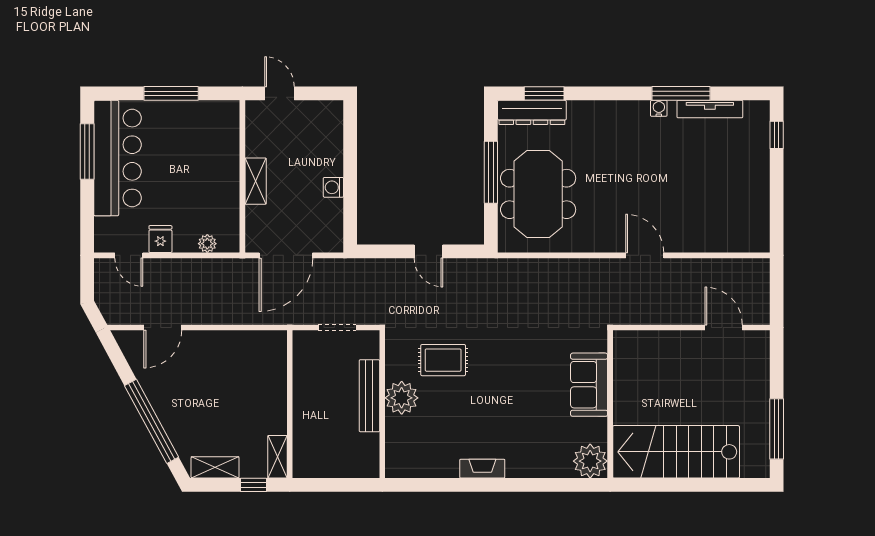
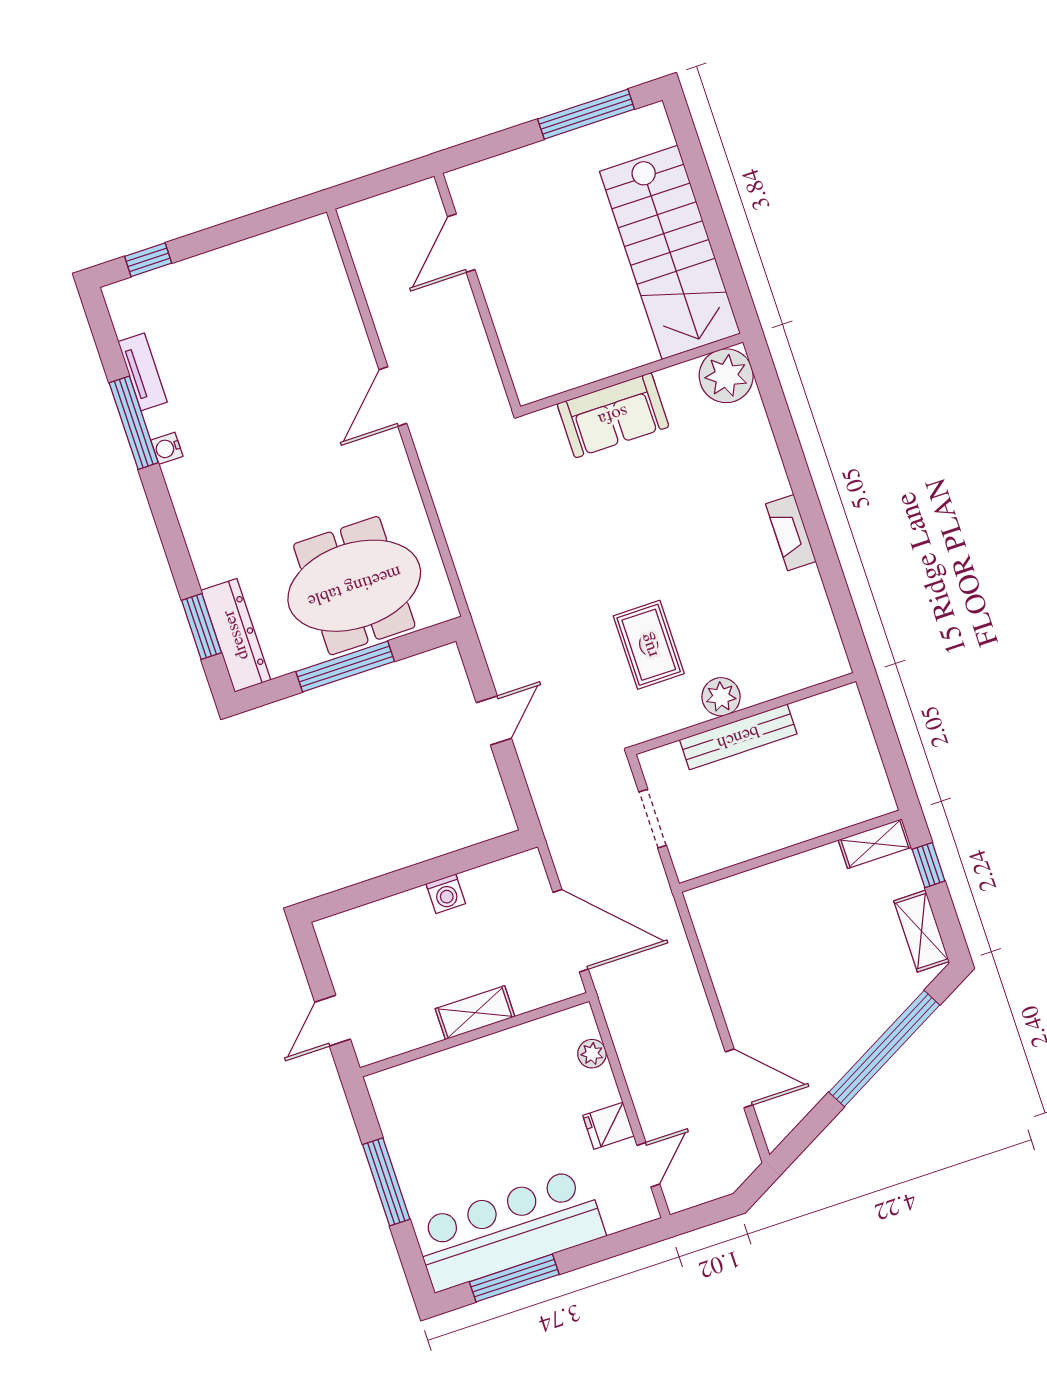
tv unit: (710, 109) -> (143, 372), width x0.71
plant: (402, 398) -> (721, 697), width x0.73, depth x0.73

